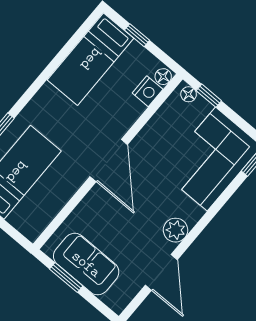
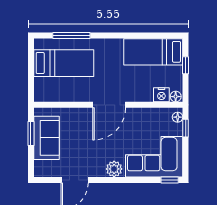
plant: (175, 230) -> (114, 169), moved

